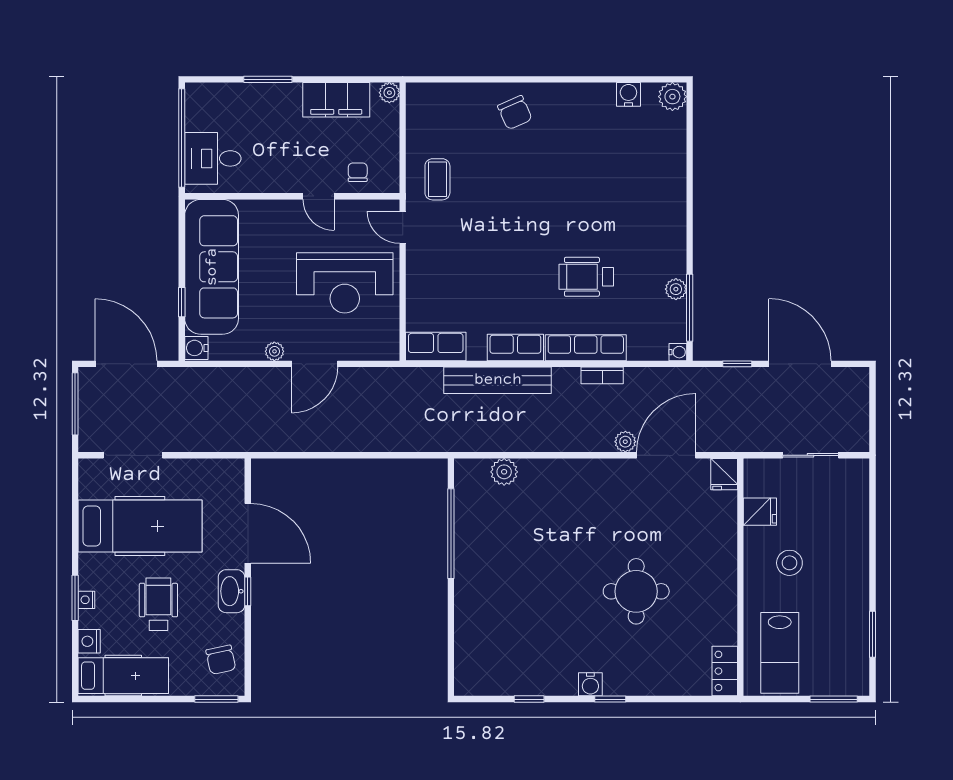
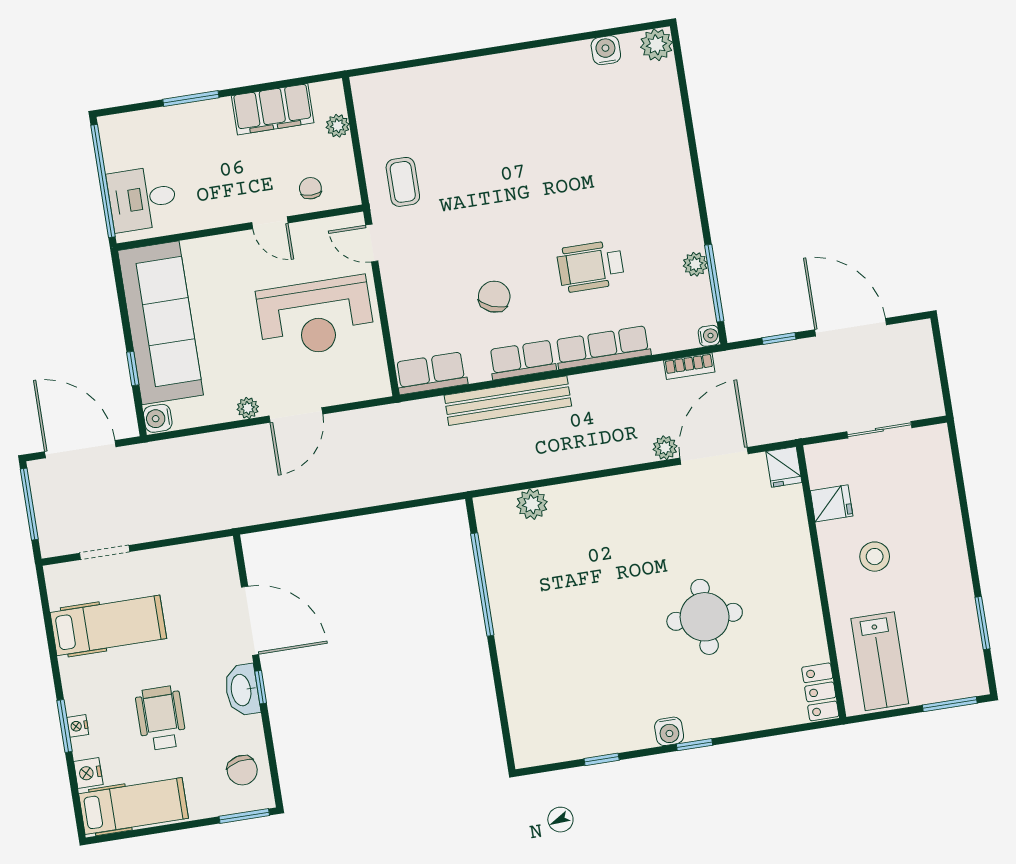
plant: (389, 93) -> (338, 126), moved
chair: (515, 113) -> (494, 297), moved, turned -134
bookcase: (602, 375) -> (689, 366), moved
doorway: (133, 455) -> (105, 552), width x0.73
hospital bed: (140, 526) -> (108, 625), width x0.73, depth x0.78

